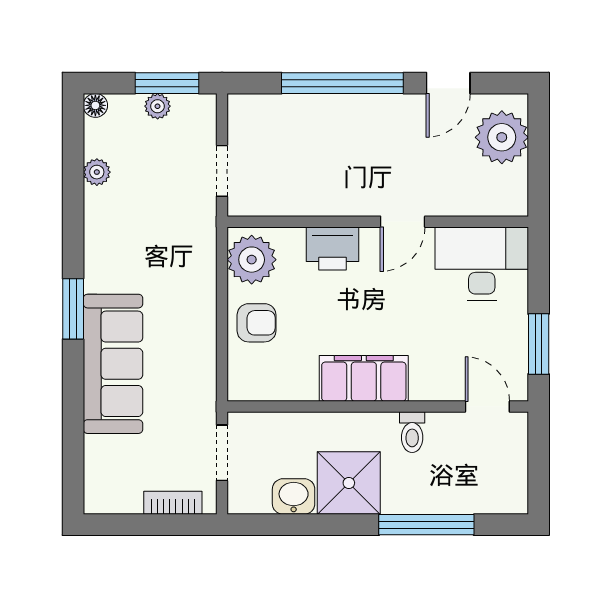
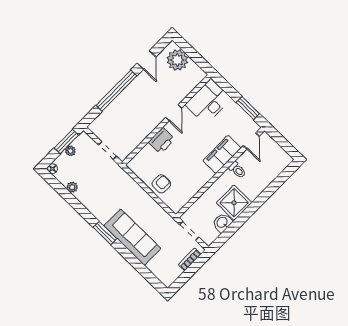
plant: (252, 260) -> (142, 167), removed
filing cabinet: (364, 378) -> (222, 154), moved
door: (487, 407) -> (251, 141), swing flipped
window: (426, 525) -> (268, 192), removed

